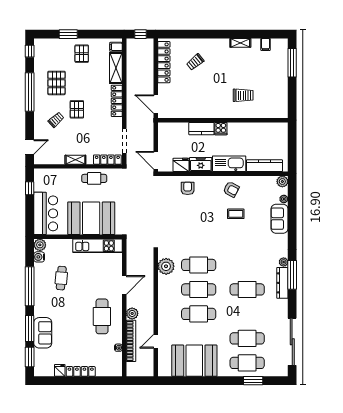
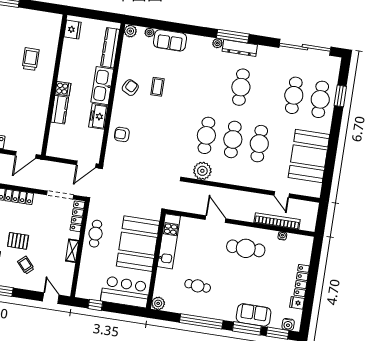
fridge: (181, 165) -> (73, 30), moved, turned 180
water cooler: (39, 257) -> (288, 324), moved
plant: (132, 313) -> (248, 215), removed

